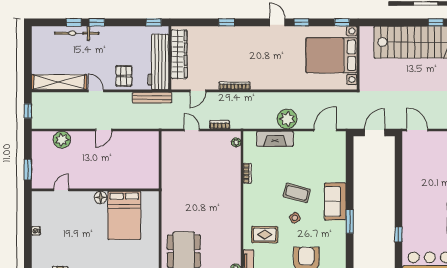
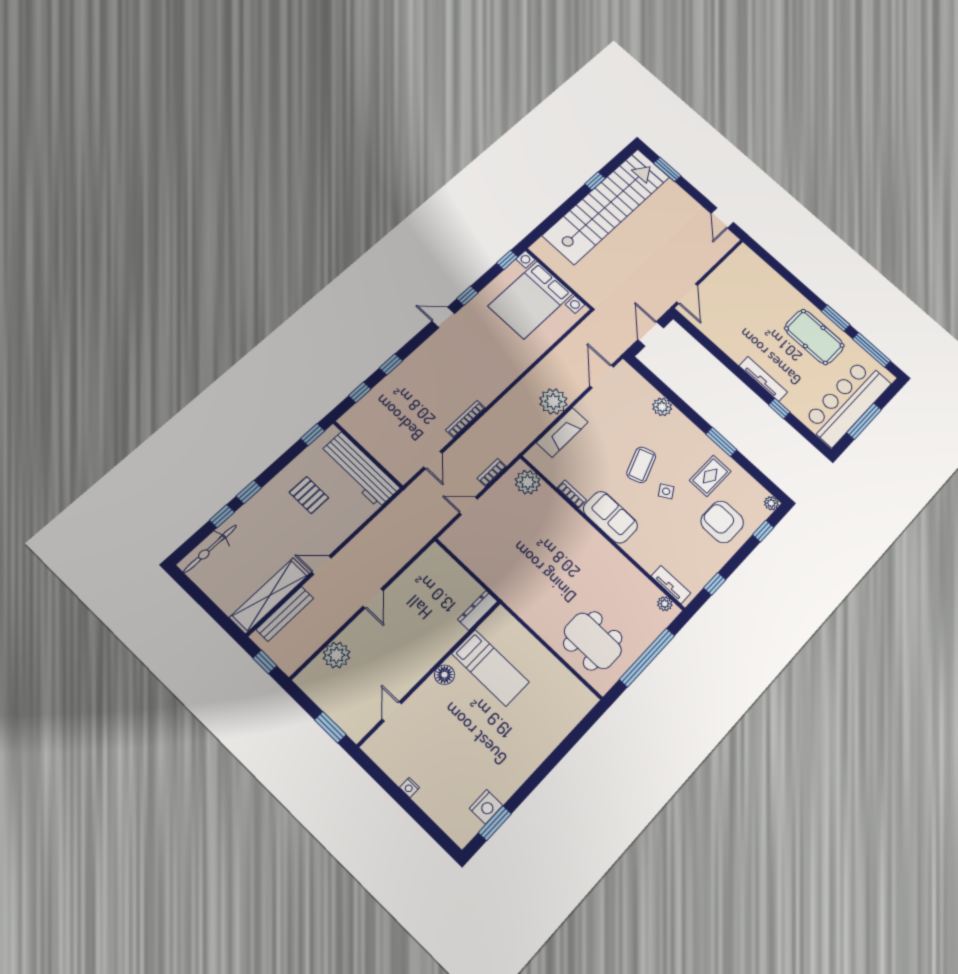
window: (197, 22) -> (360, 392), added
bicycle: (77, 33) -> (210, 549), moved
wardrobe: (179, 54) -> (374, 442), removed
pallet: (124, 76) -> (309, 495), moved
bench: (152, 98) -> (285, 614), moved
door: (417, 130) -> (687, 294), swing flipped
plant: (236, 142) -> (528, 482), width x1.88, depth x1.88
plant: (339, 175) -> (662, 407), added
dresser: (145, 183) -> (478, 610), added
coffee table: (297, 193) -> (641, 465), turned -35
sofa: (335, 201) -> (610, 517), moved, turned 180
tv unit: (407, 212) -> (763, 379), added
bed: (124, 215) -> (490, 668), width x0.67
rug: (265, 235) -> (710, 476), moved

